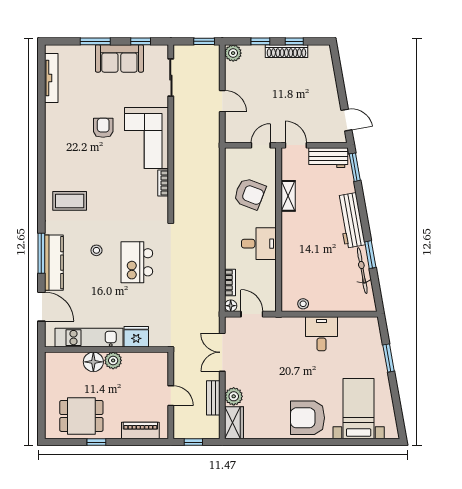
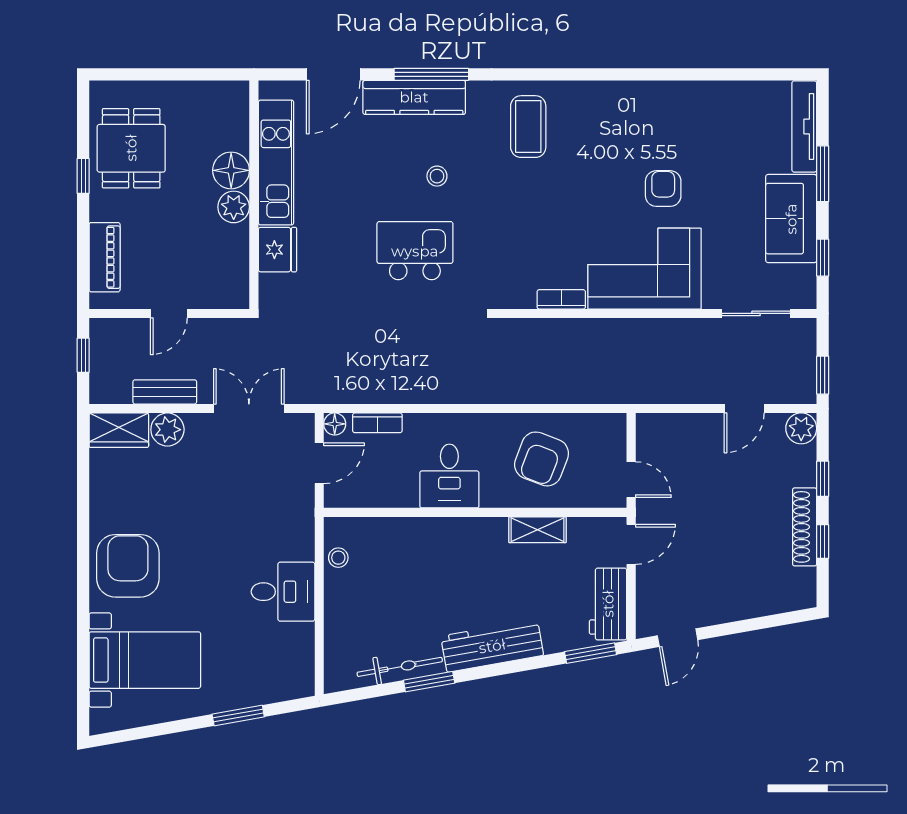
tv unit: (51, 78) -> (804, 126), moved, turned 90
door: (222, 101) -> (744, 409), moved
armchair: (103, 128) -> (663, 189), turned -90

